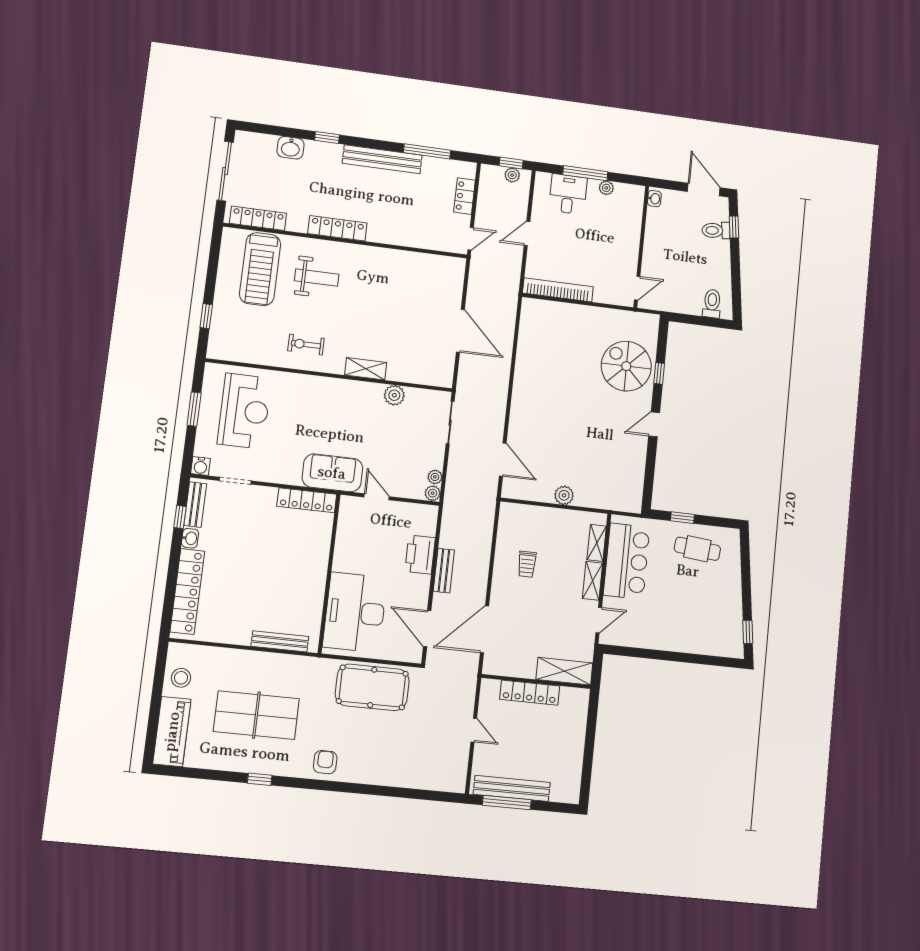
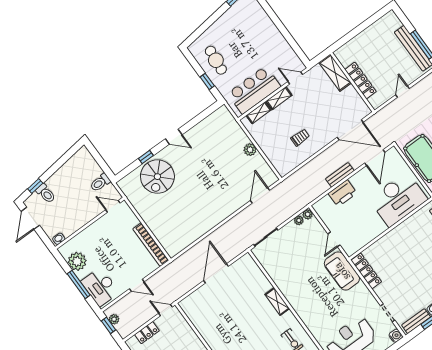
plant: (606, 188) -> (77, 261), width x1.87, depth x1.87
desk: (568, 194) -> (100, 287), width x1.37
toilet: (712, 303) -> (100, 183), moved
plant: (394, 395) -> (277, 276), removed

